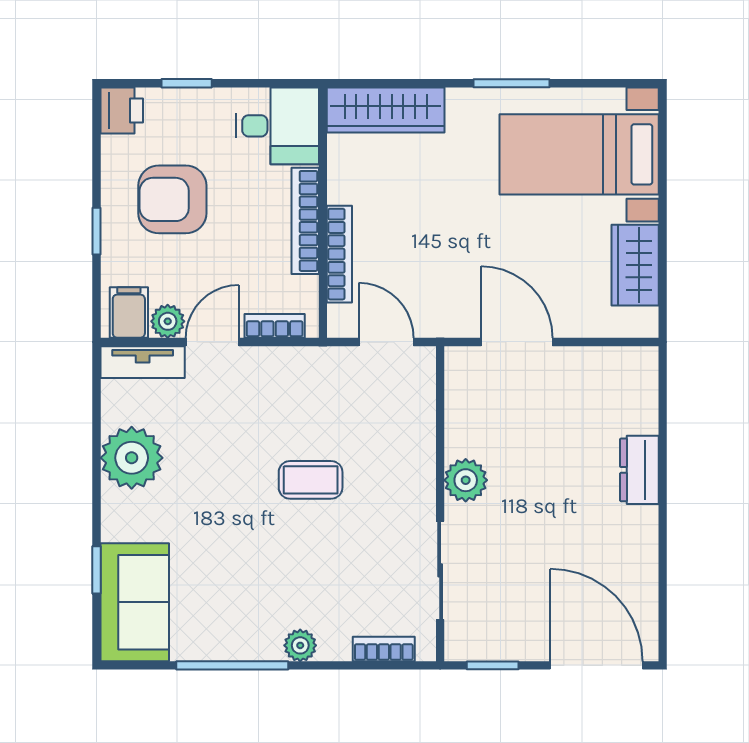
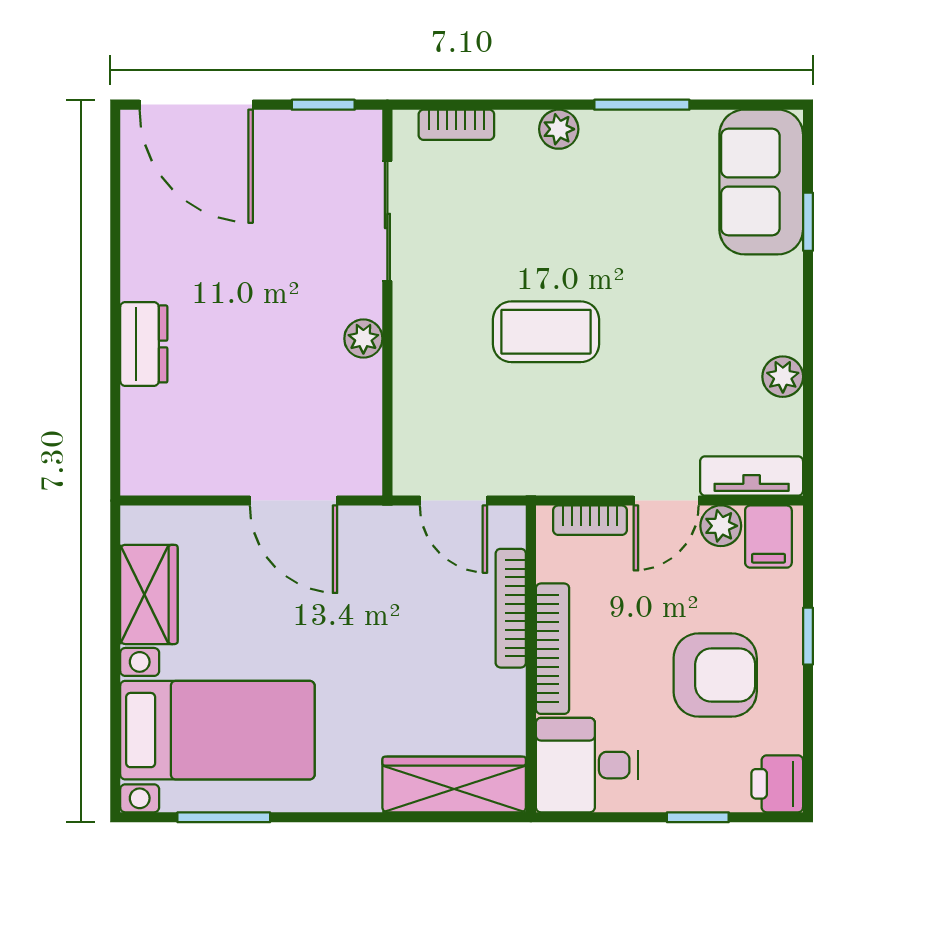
window: (512, 83) -> (224, 817), moved
plant: (132, 458) -> (783, 377), width x0.53, depth x0.53
coffee table: (311, 480) -> (546, 332), width x1.36, depth x1.30
plant: (466, 480) -> (363, 339), width x0.73, depth x0.73
window: (232, 665) -> (642, 105), width x0.69

